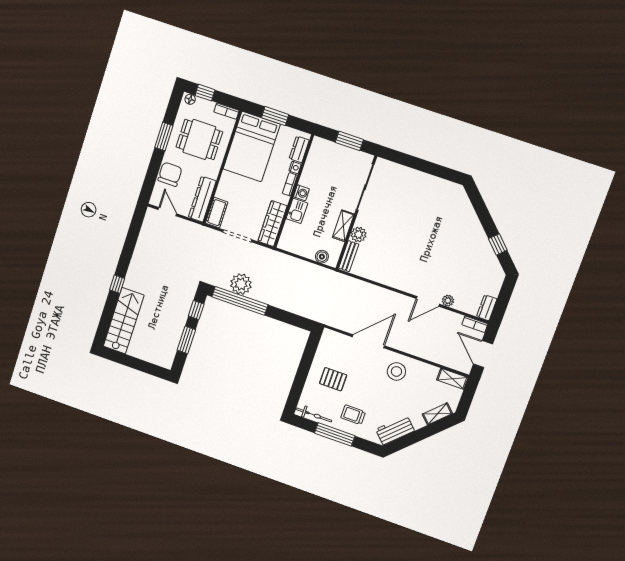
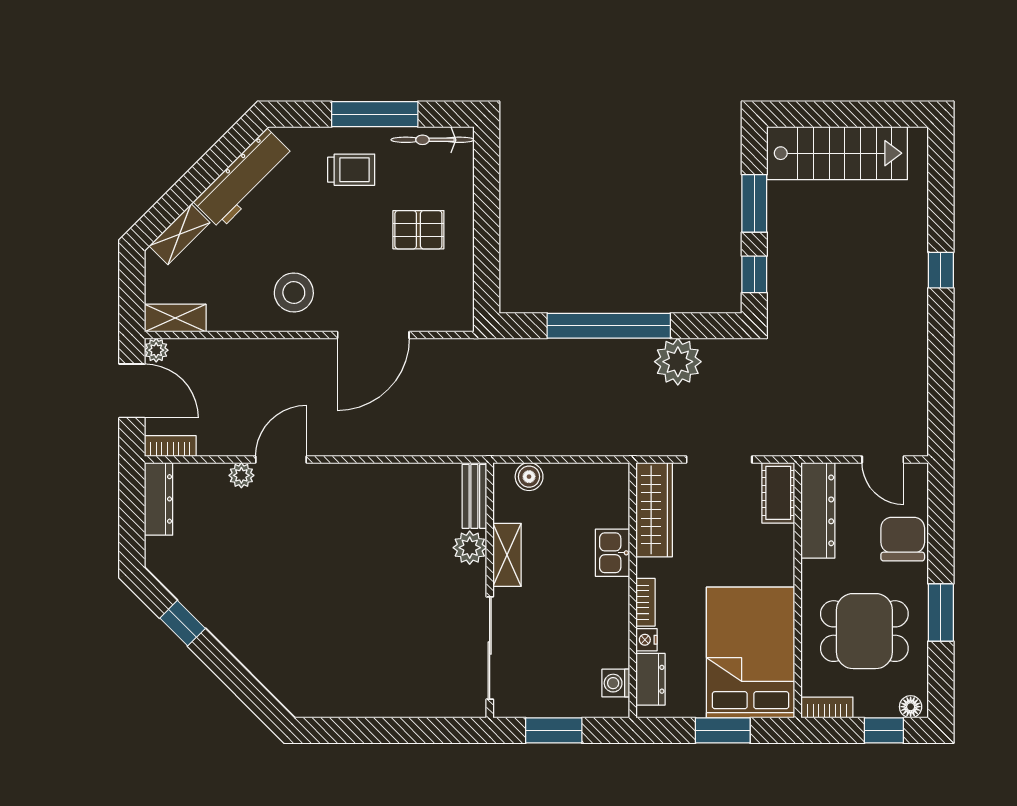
chair: (170, 174) -> (903, 539), turned 180
washing machine: (301, 193) -> (616, 683), moved
window: (240, 301) -> (609, 326), moved
dresser: (487, 308) -> (158, 499), width x1.44
stairs: (124, 321) -> (837, 153), moved, turned -90
plant: (466, 368) -> (156, 350), added
workbench: (395, 430) -> (244, 179), width x1.37

